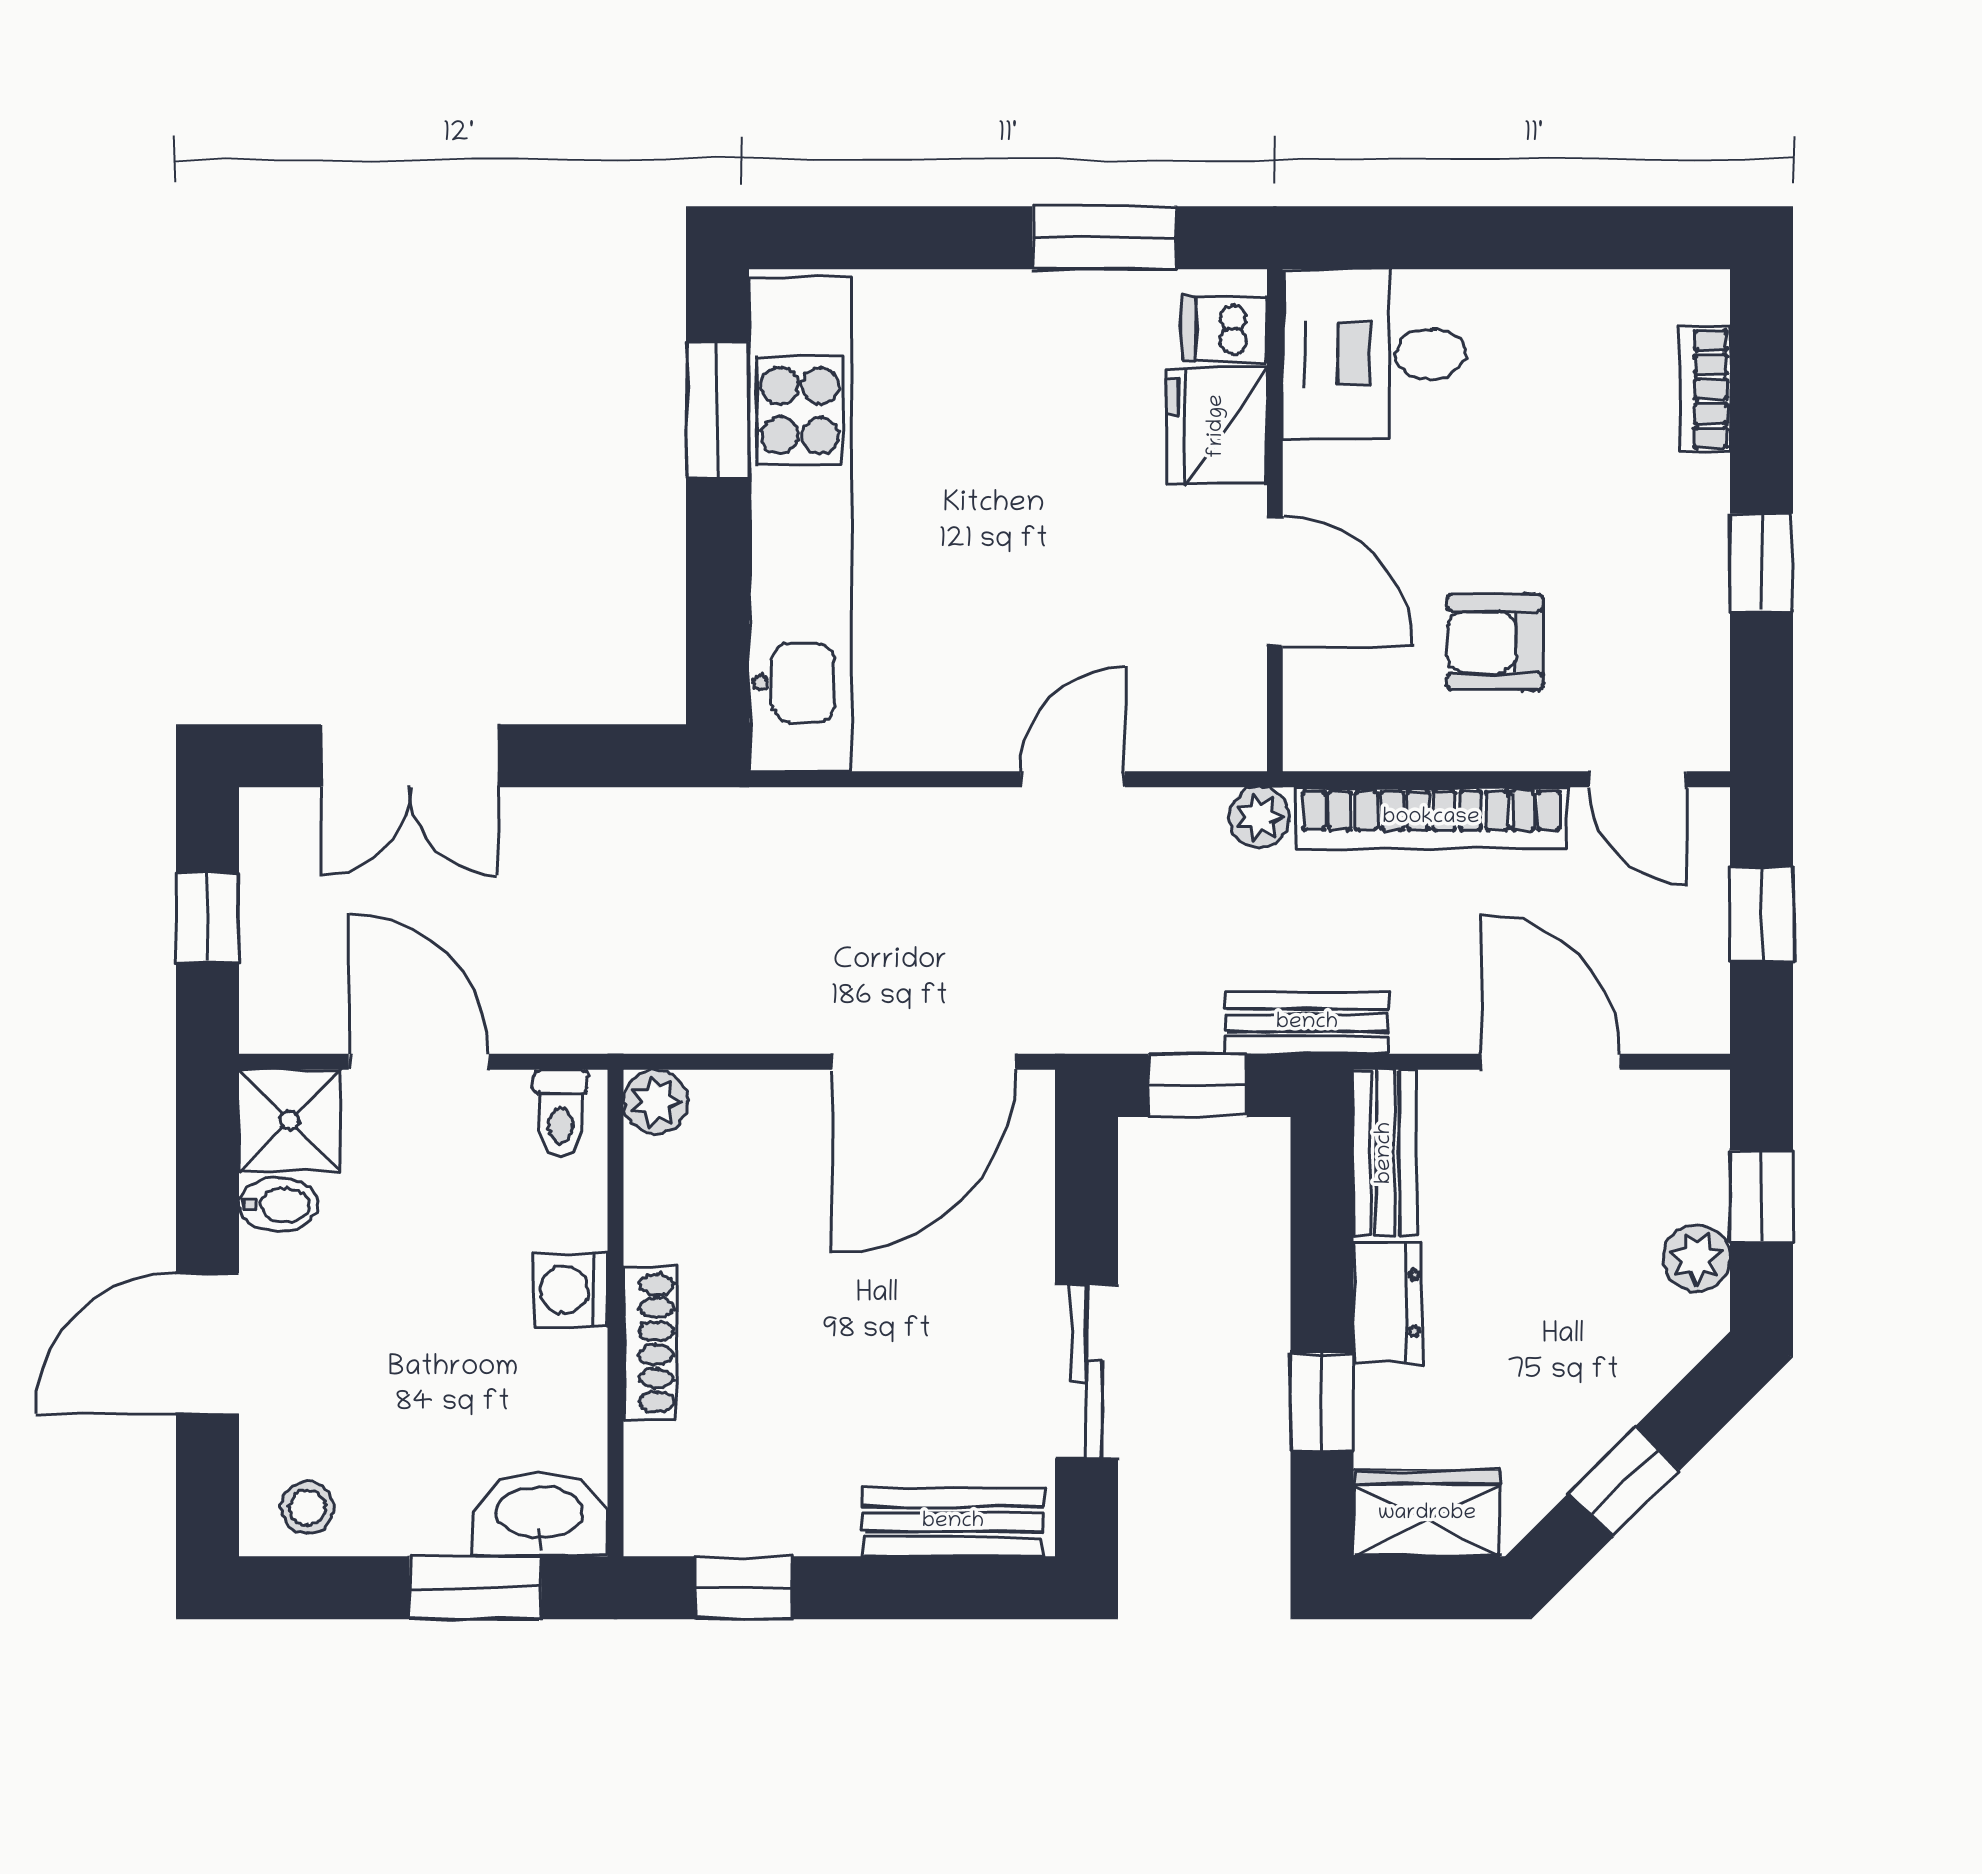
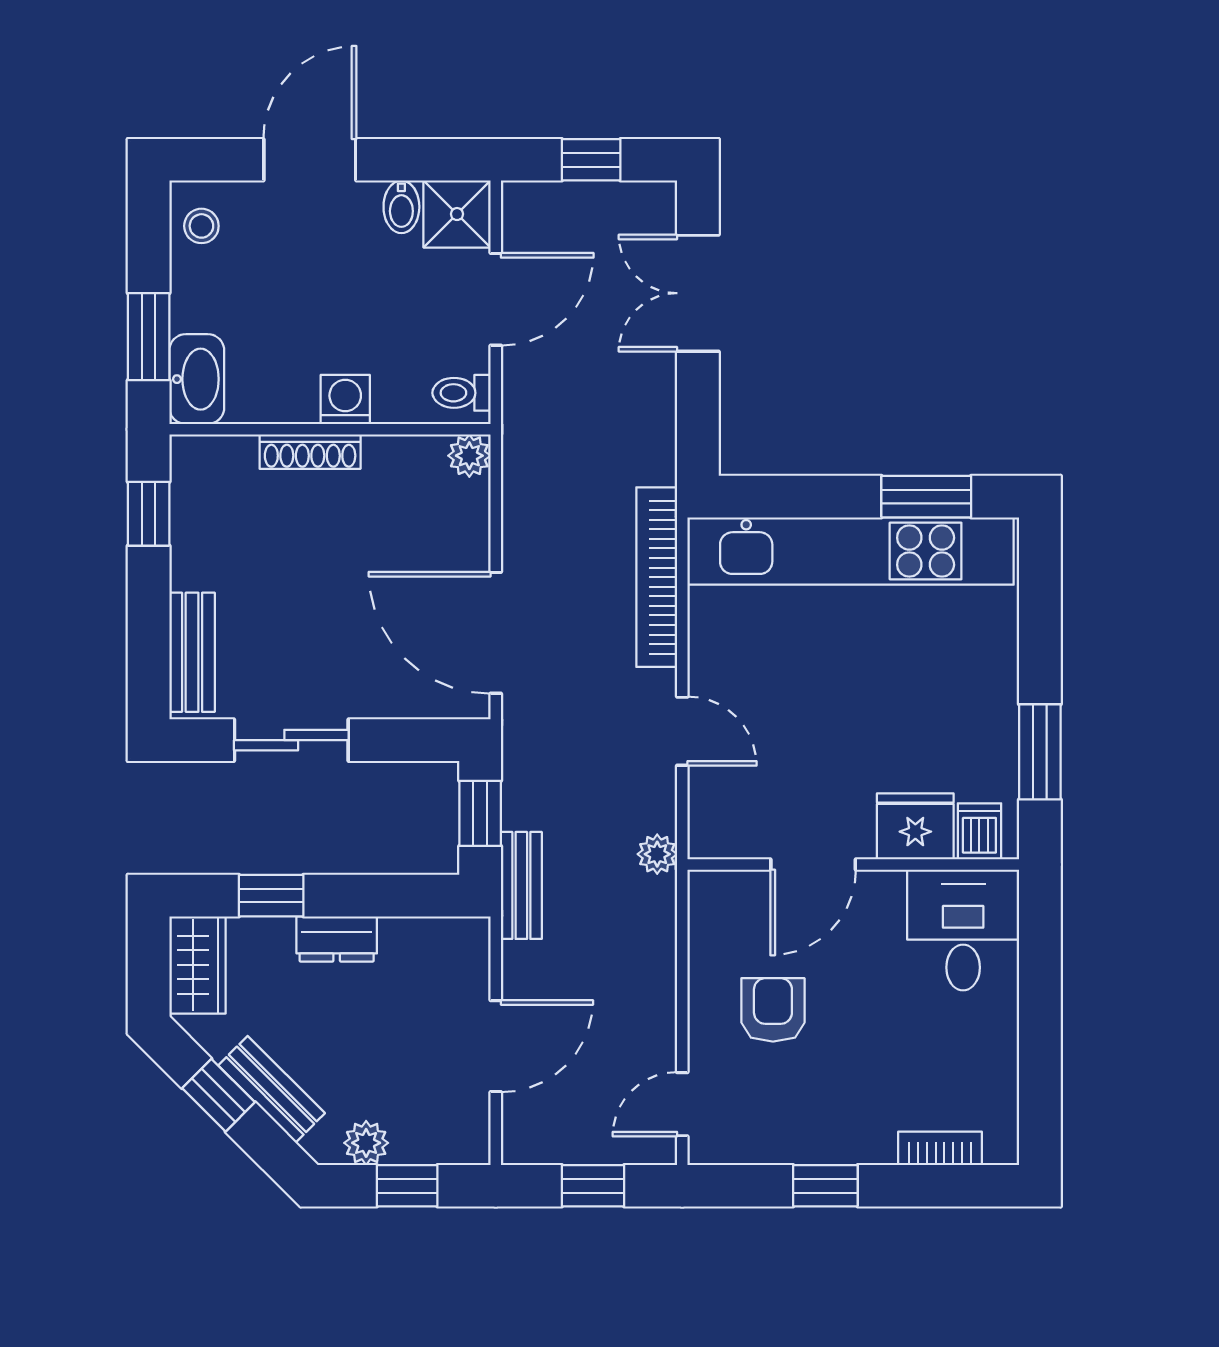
bookcase: (1431, 818) -> (657, 577), moved
bench: (1385, 1153) -> (272, 1089), moved, turned 45
door: (207, 1343) -> (310, 160), hinge flipped

